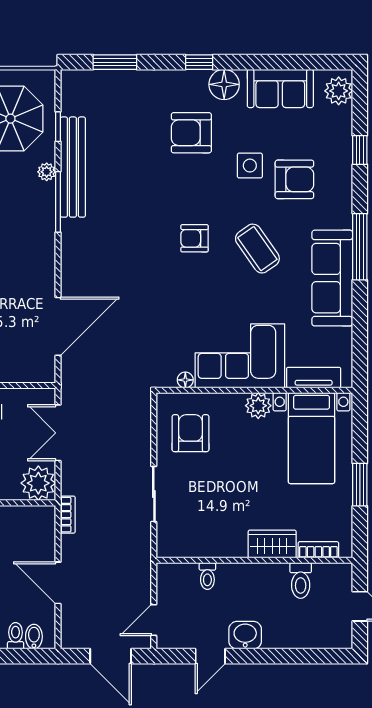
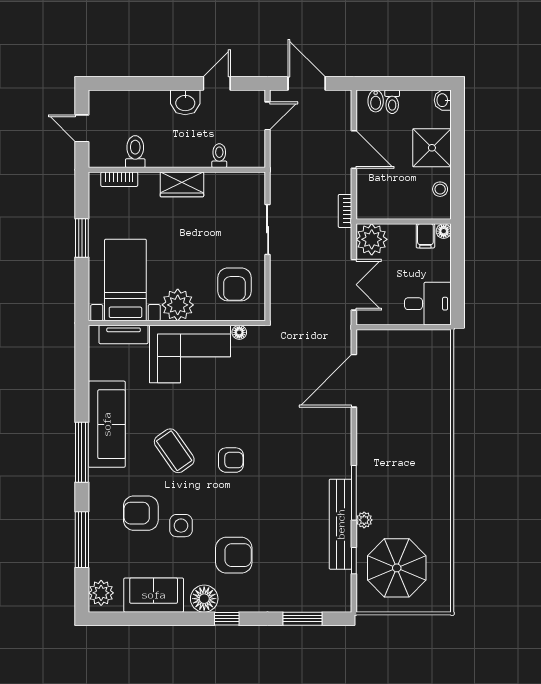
window: (360, 150) -> (82, 540), width x2.17
plant: (258, 406) -> (178, 305), width x1.36, depth x1.36
wardrobe: (272, 544) -> (182, 184), moved

